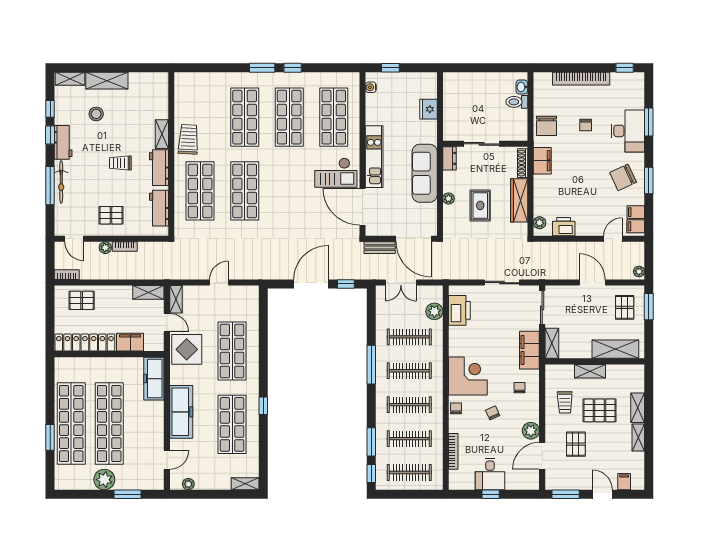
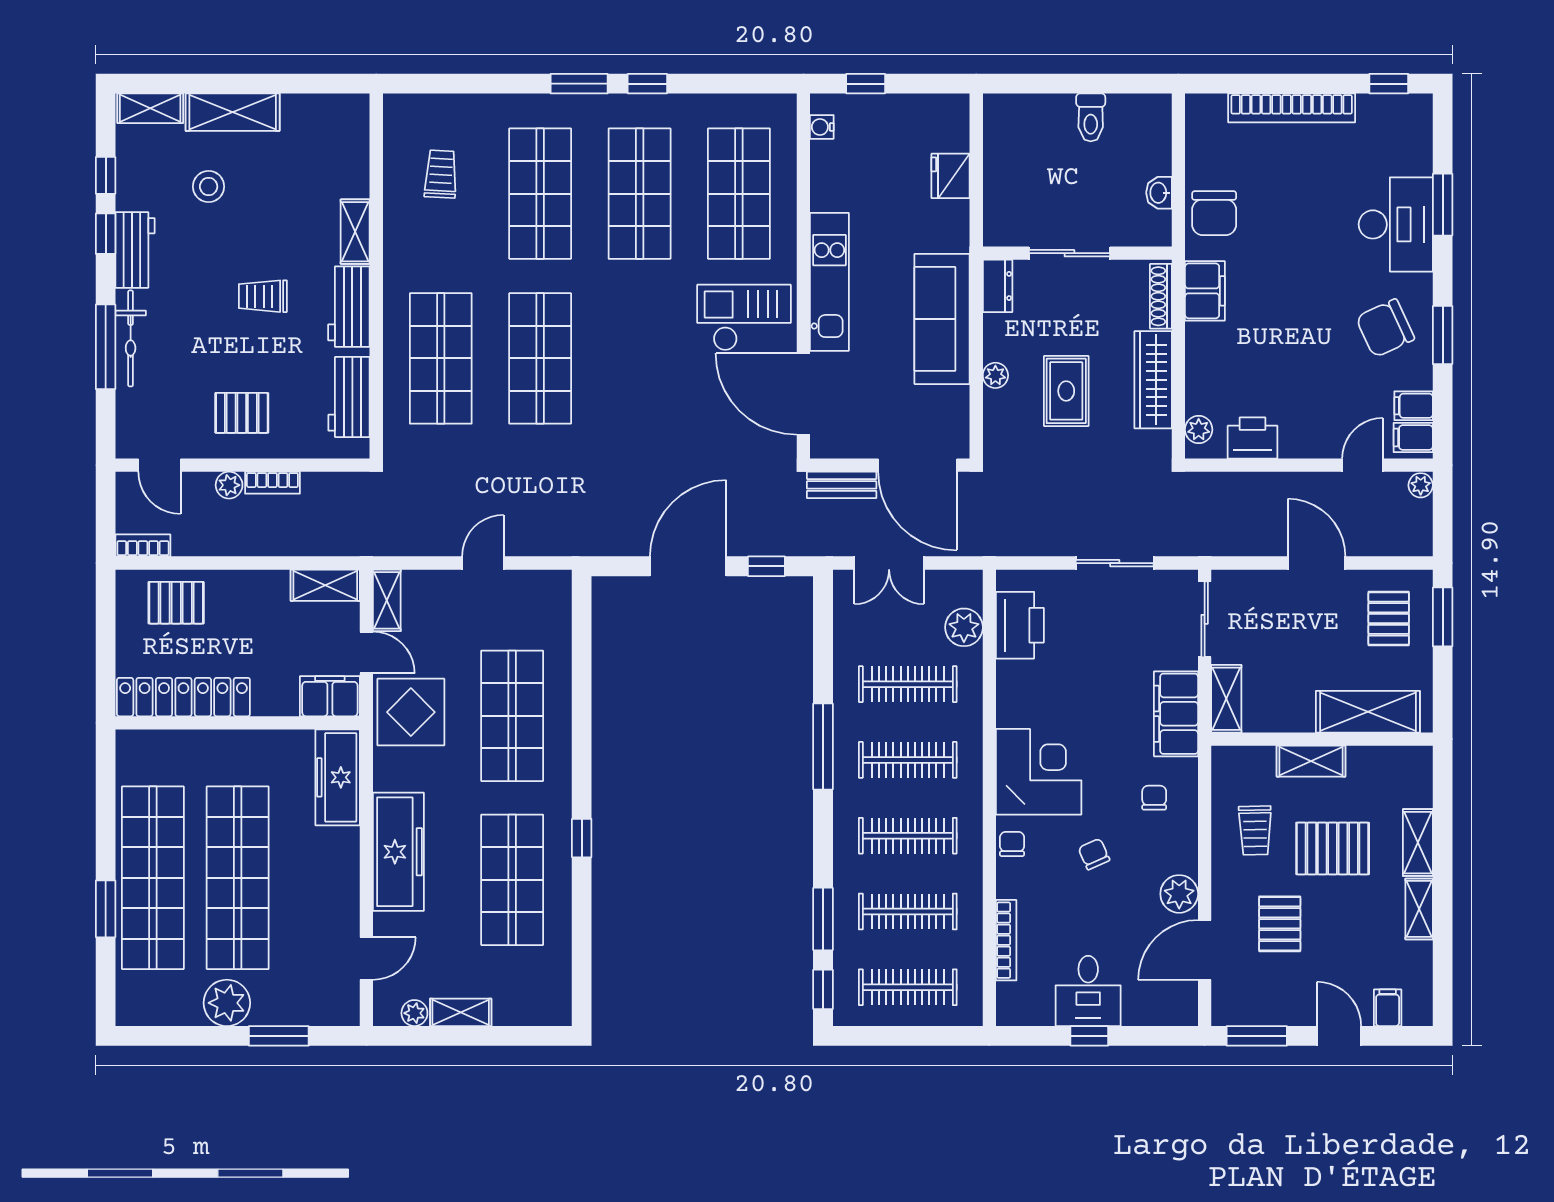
washbasin: (522, 87) -> (1159, 193), moved
toilet: (517, 102) -> (1091, 117), moved, turned -90
chair: (586, 125) -> (1302, 211), removed
trolley: (188, 139) -> (441, 174), moved, width x0.73, depth x0.72
checkout: (336, 173) -> (744, 318), turned 180
plant: (639, 271) -> (1421, 485), moved
filing cabinet: (130, 342) -> (330, 696), moved
shelving: (245, 484) -> (461, 1012), moved

